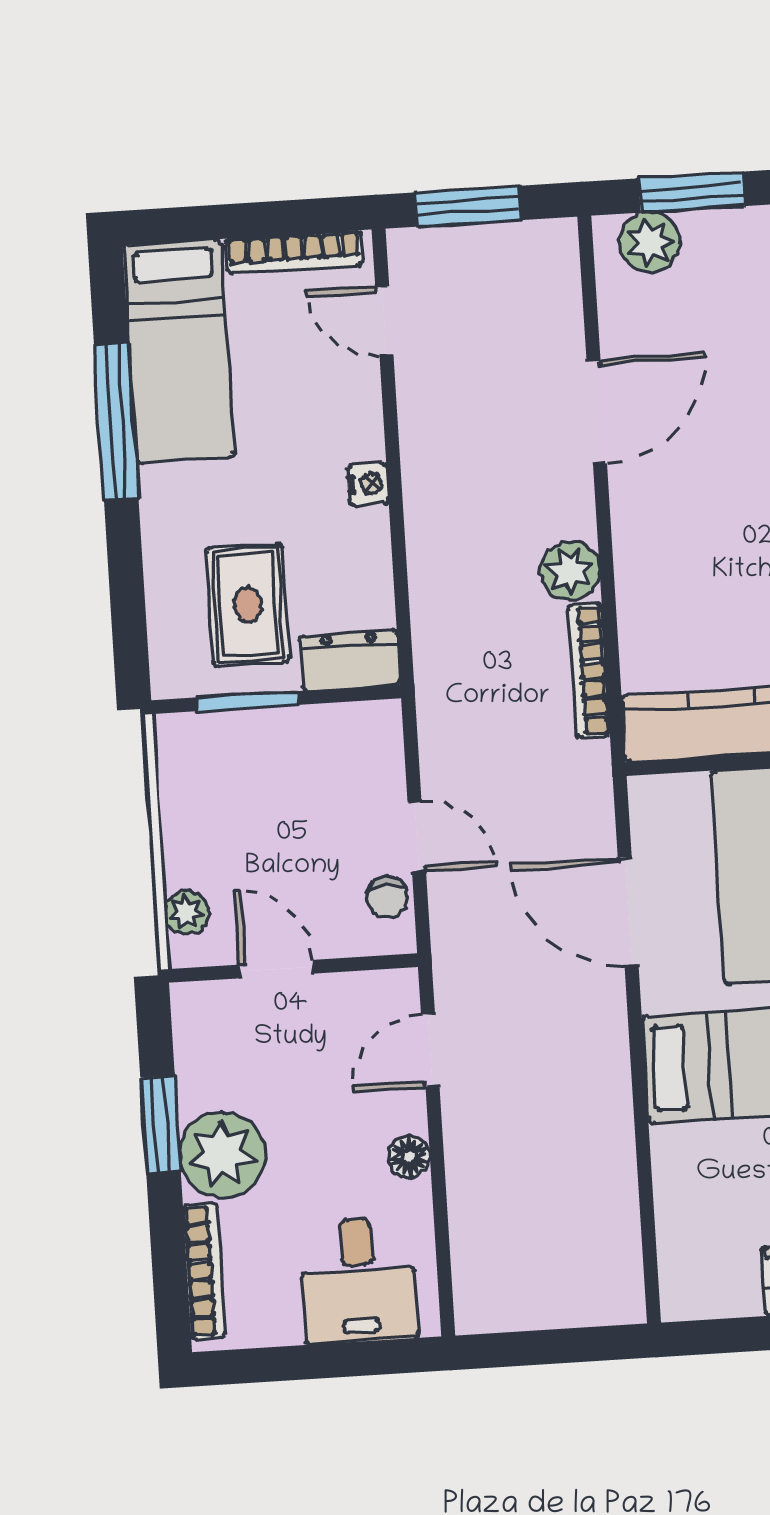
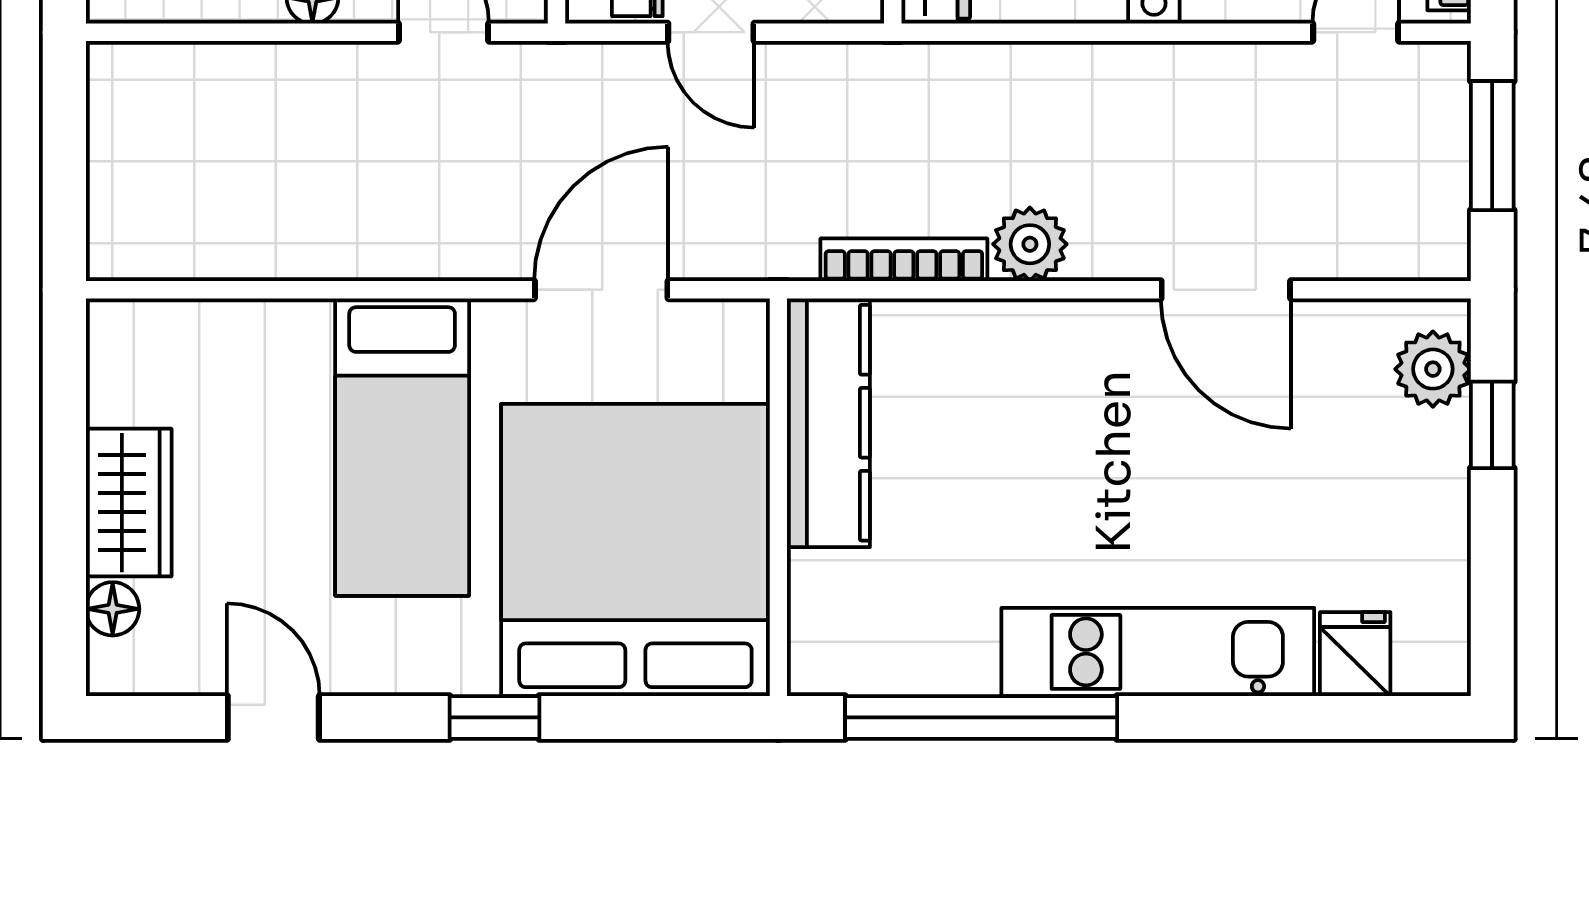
window: (691, 192) -> (1492, 425), width x0.67
door: (417, 836) -> (711, 32), hinge flipped

